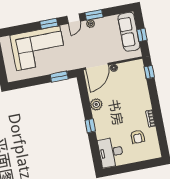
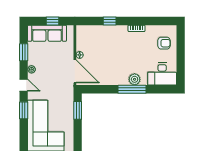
window: (94, 15) -> (24, 52), moved
window: (149, 72) -> (110, 21), moved
plant: (96, 104) -> (135, 79), moved
window: (90, 126) -> (132, 89), width x2.17
armchair: (138, 137) -> (164, 43), moved

